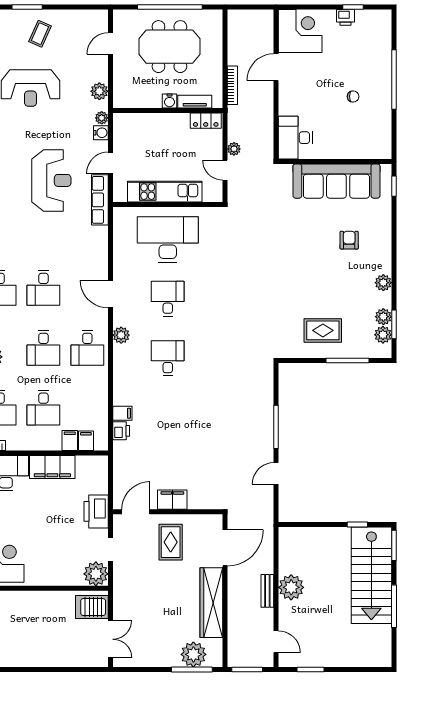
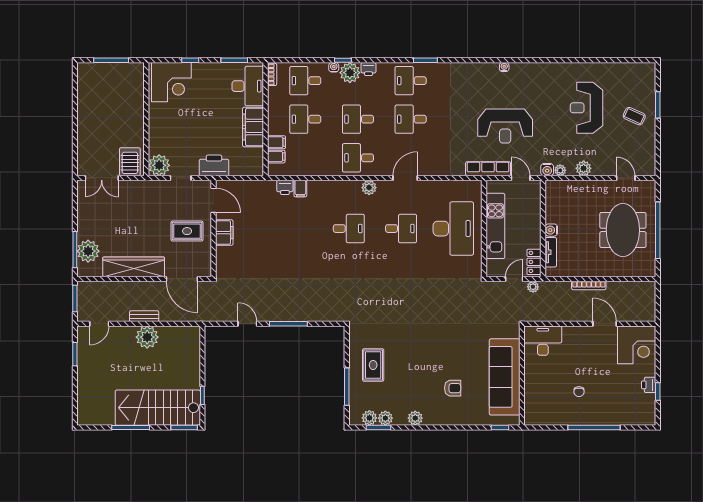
water cooler: (169, 101) -> (551, 230), moved
tv unit: (195, 102) -> (551, 252), moved
wall: (168, 110) -> (543, 229), moved
locker: (206, 121) -> (534, 262), moved

